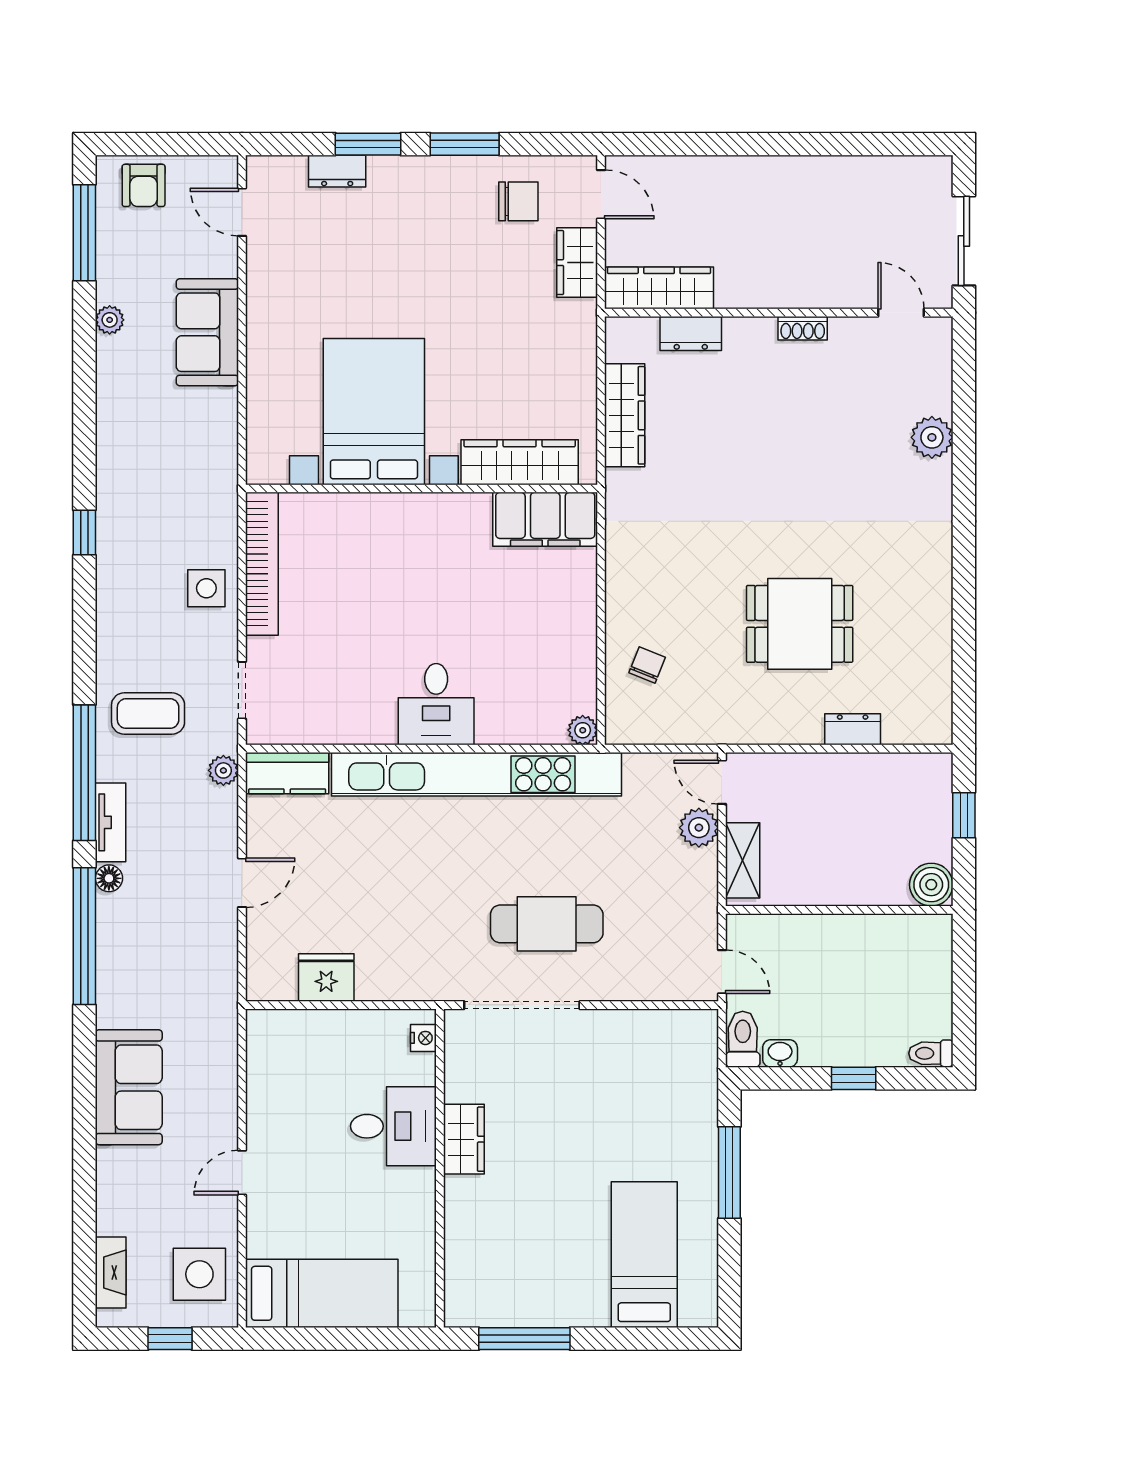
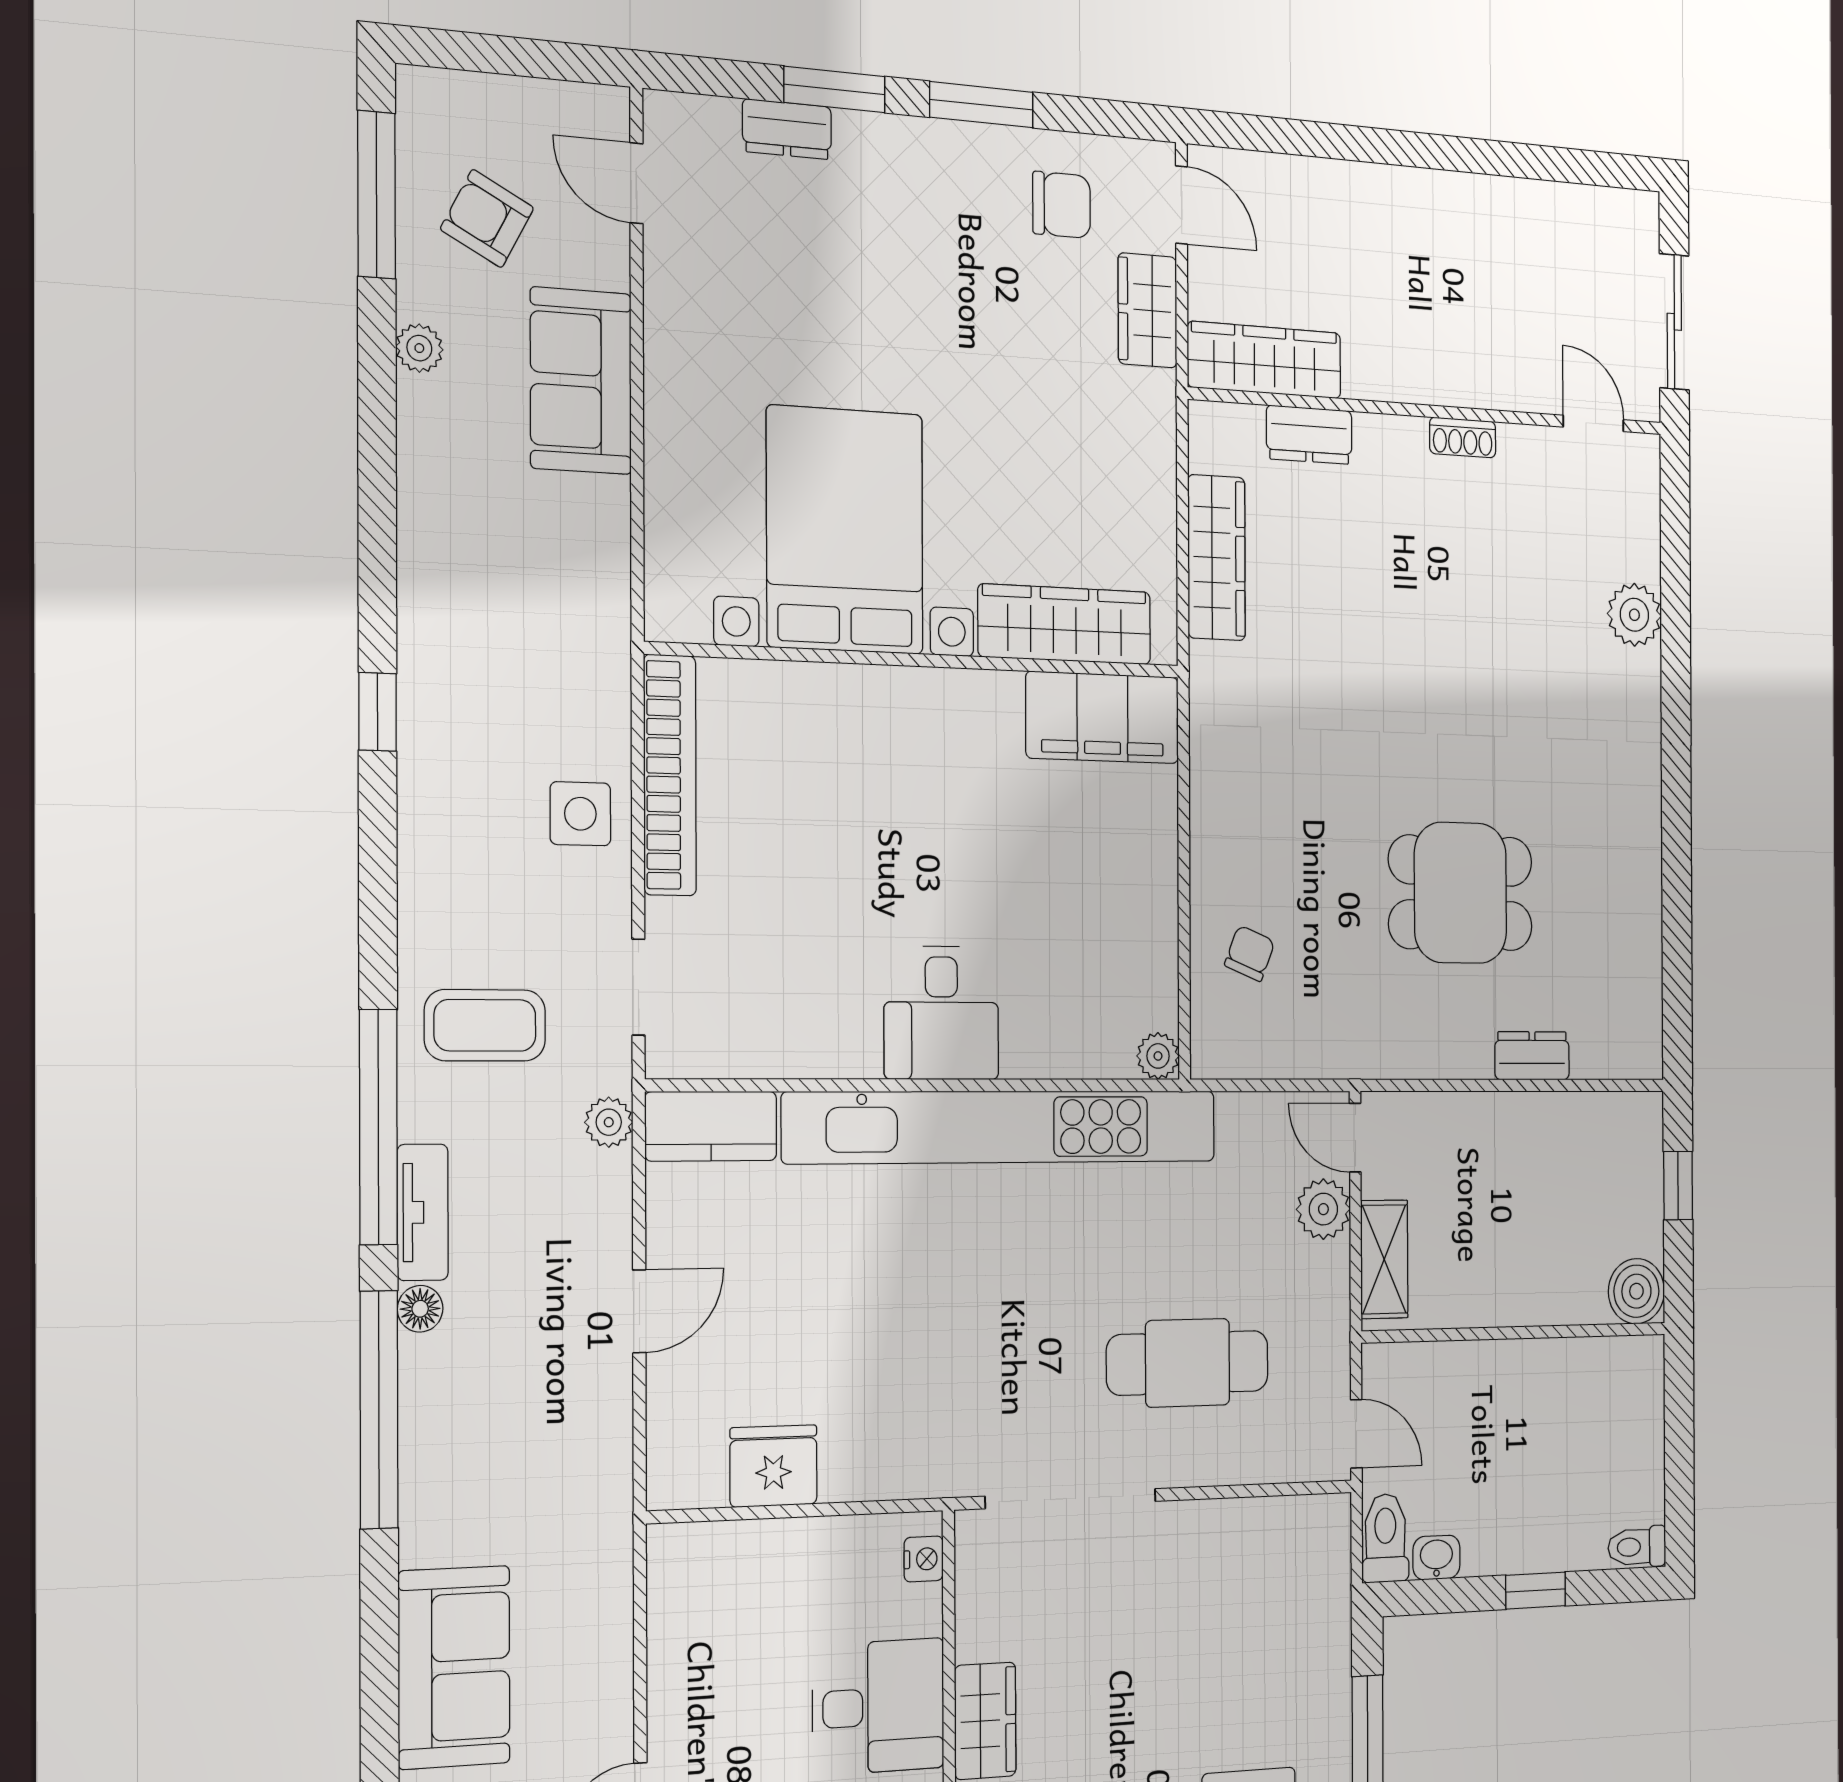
armchair: (144, 185) -> (487, 218), moved, turned 118
cafe table: (547, 924) -> (1188, 1363), moved

